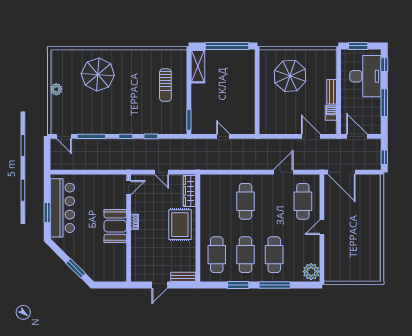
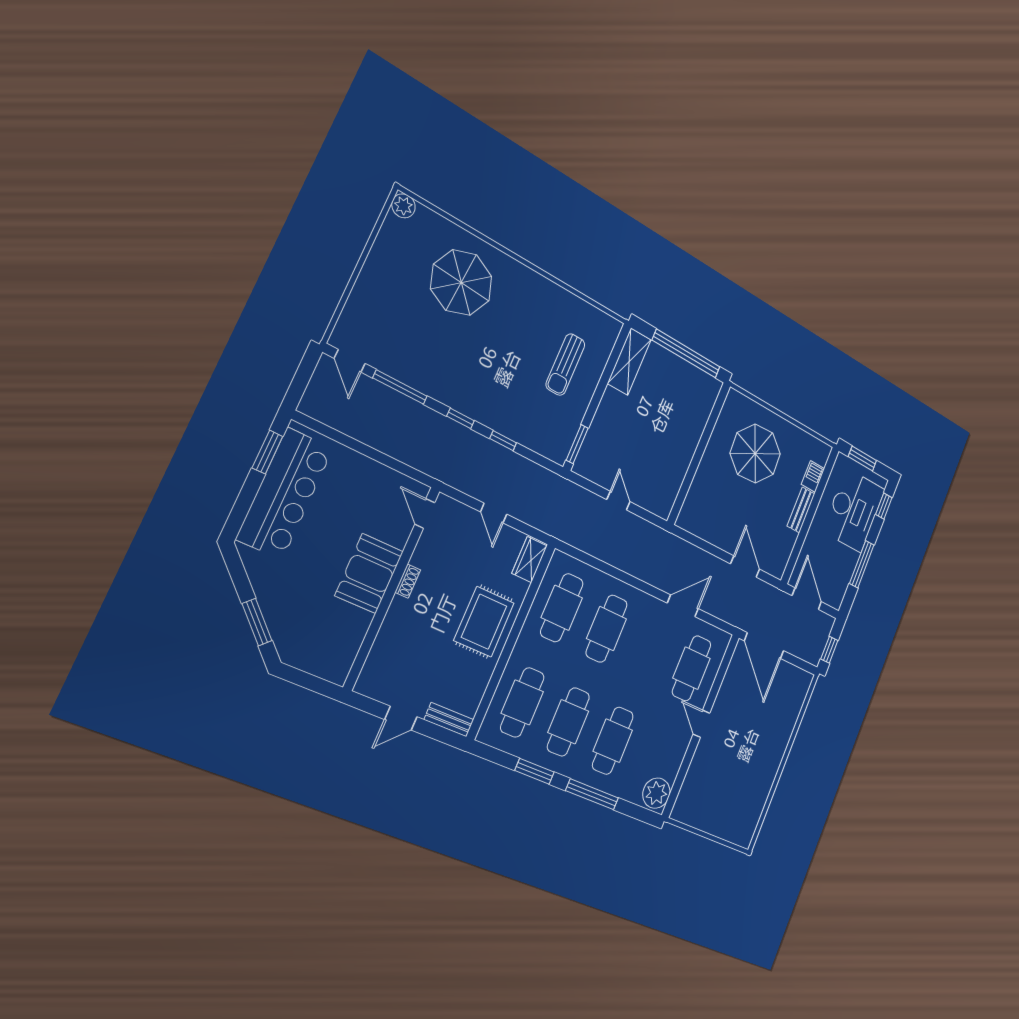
plant: (56, 89) -> (403, 206), moved
barbecue: (331, 113) -> (813, 477), moved
door: (129, 188) -> (425, 513), swing flipped
wardrobe: (190, 191) -> (529, 560), width x0.67
cafe table: (217, 201) -> (562, 608), added
window: (47, 213) -> (267, 452), moved
door: (322, 227) -> (701, 724), hinge flipped

